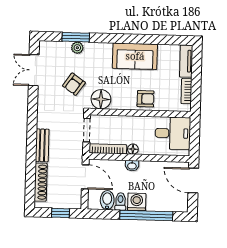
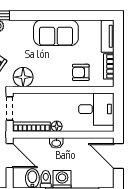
armchair: (146, 99) -> (81, 72), moved, turned 180

